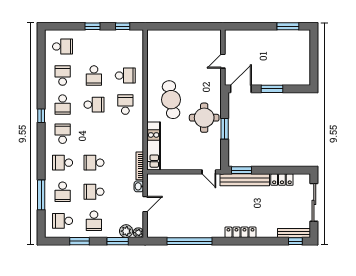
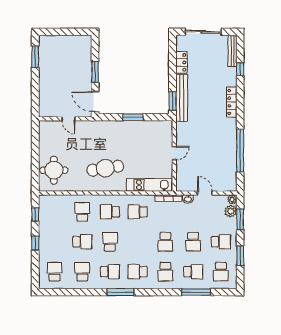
school desk: (63, 76) -> (82, 272), turned 90
window: (41, 116) -> (121, 292), width x2.17
round table: (204, 118) -> (54, 170), moved
school desk: (125, 134) -> (138, 212), added
door: (209, 172) -> (174, 153), moved
window: (295, 241) -> (240, 69), moved

